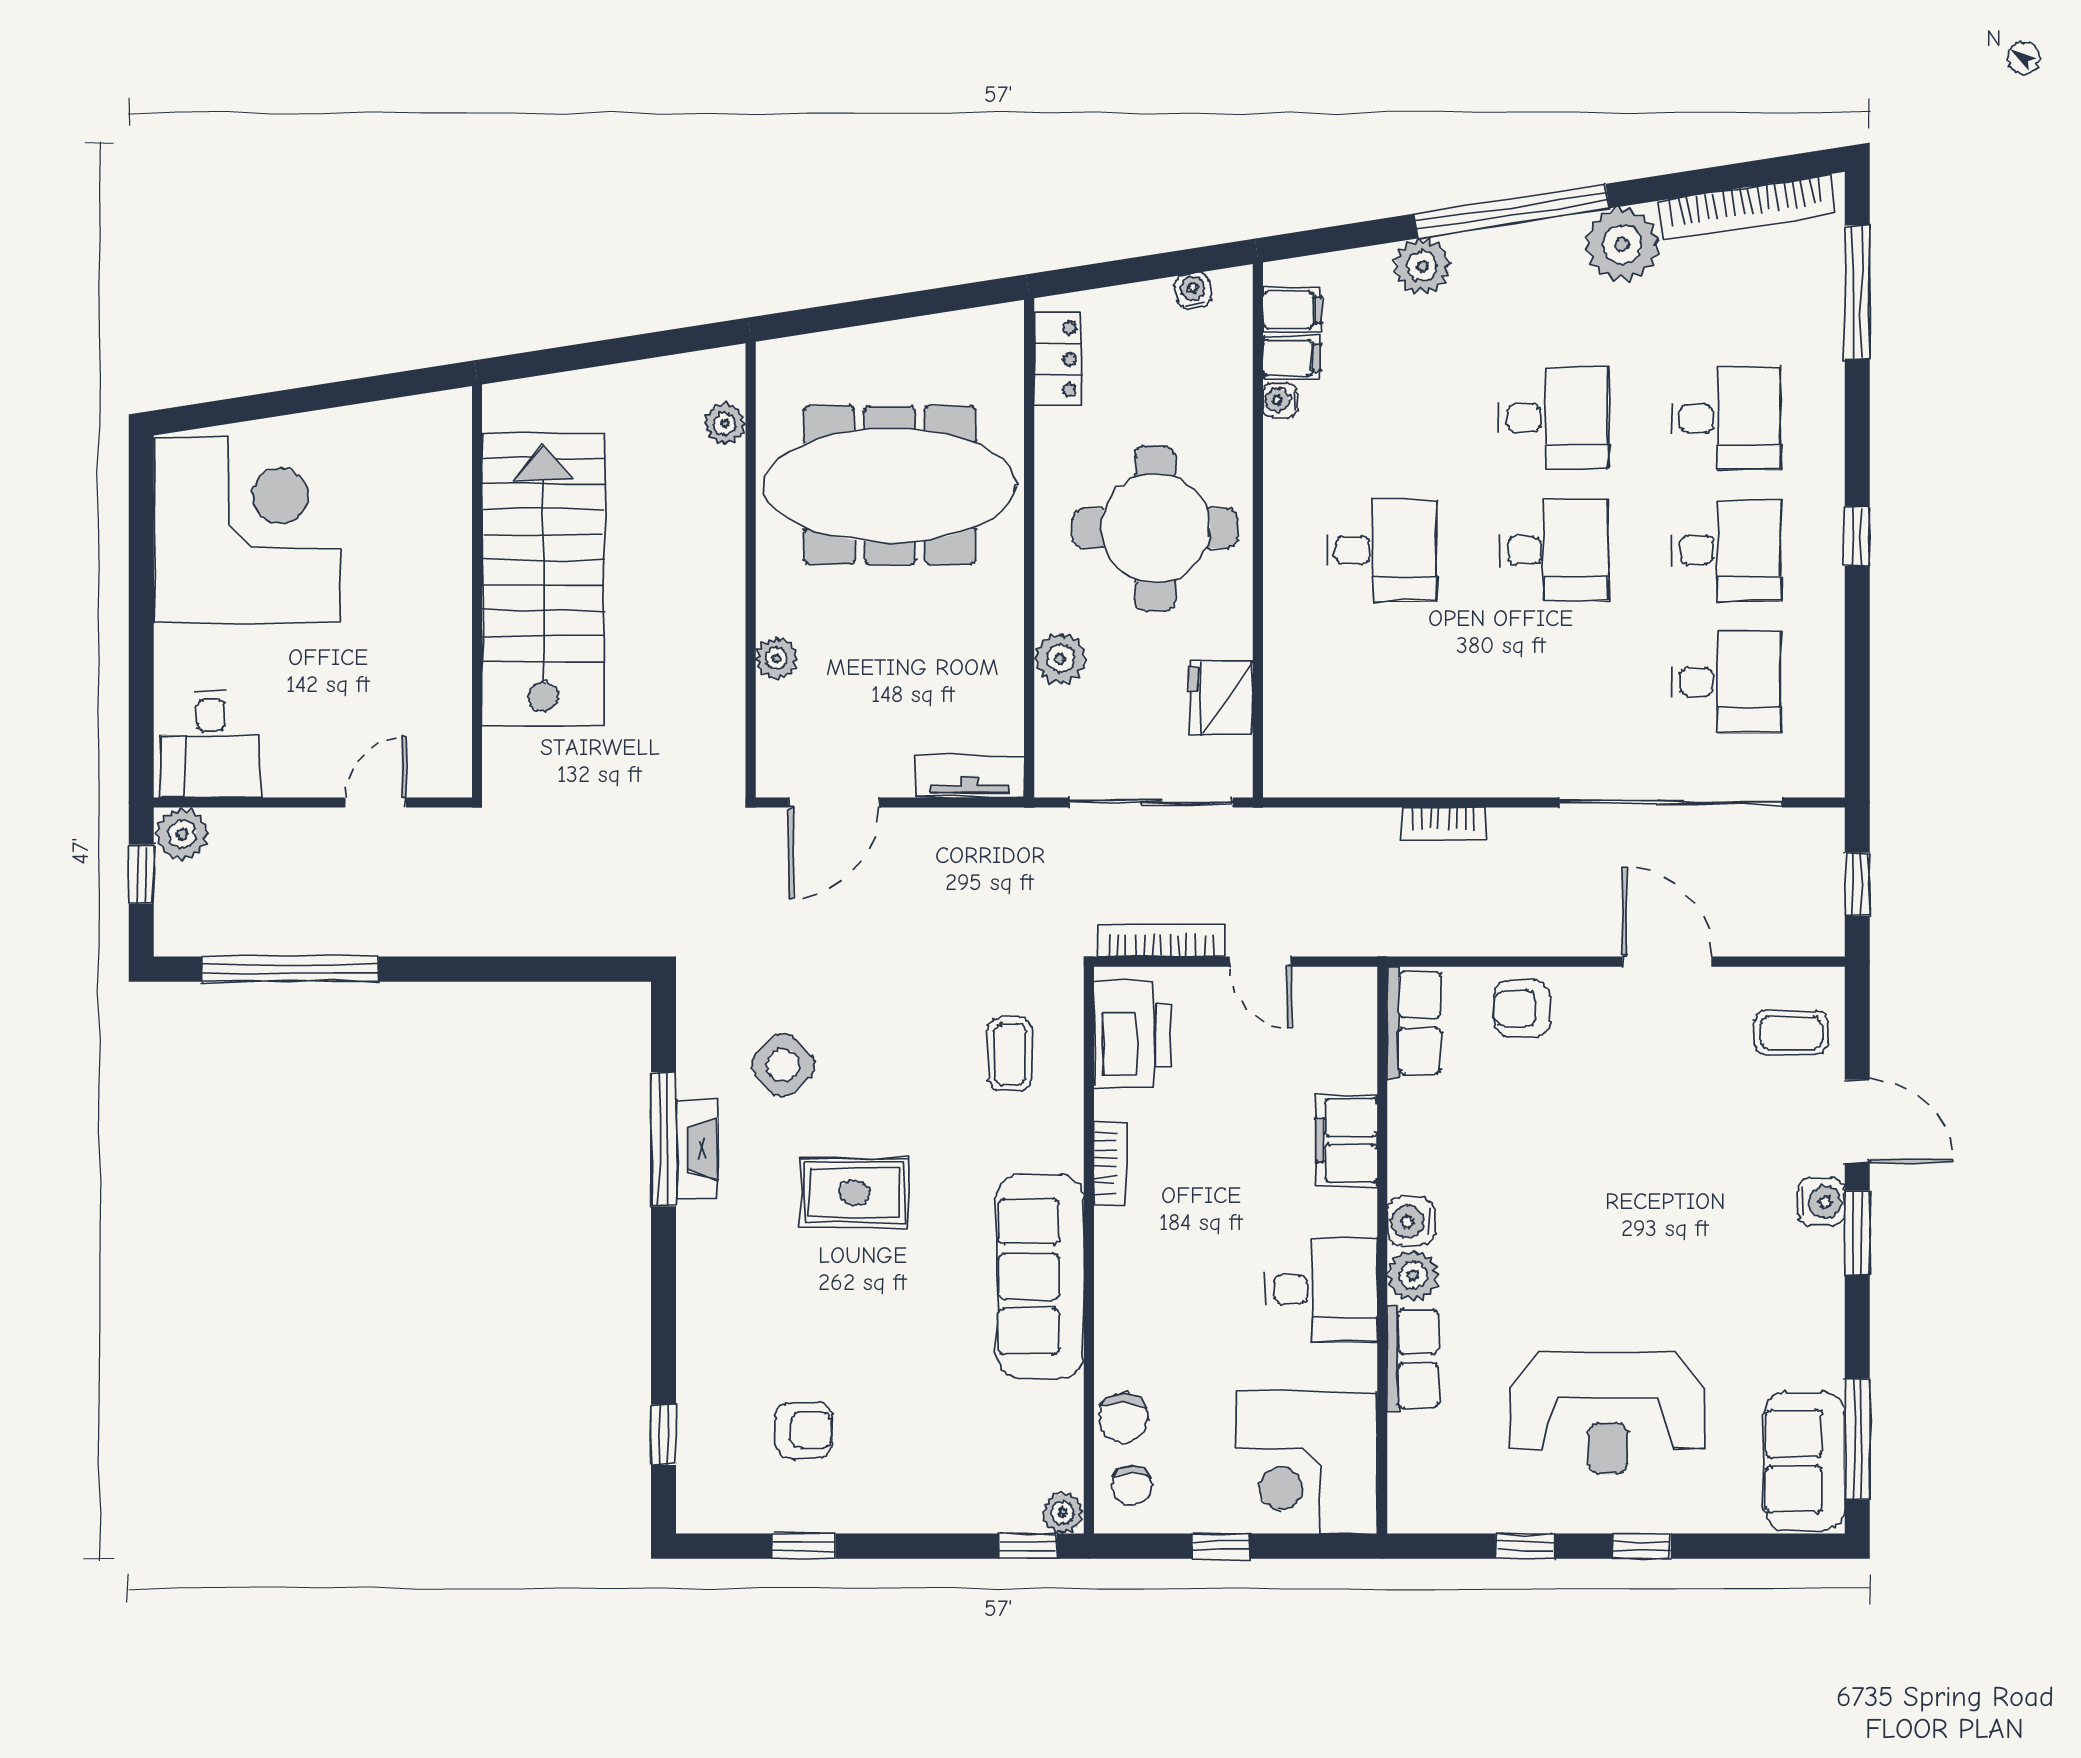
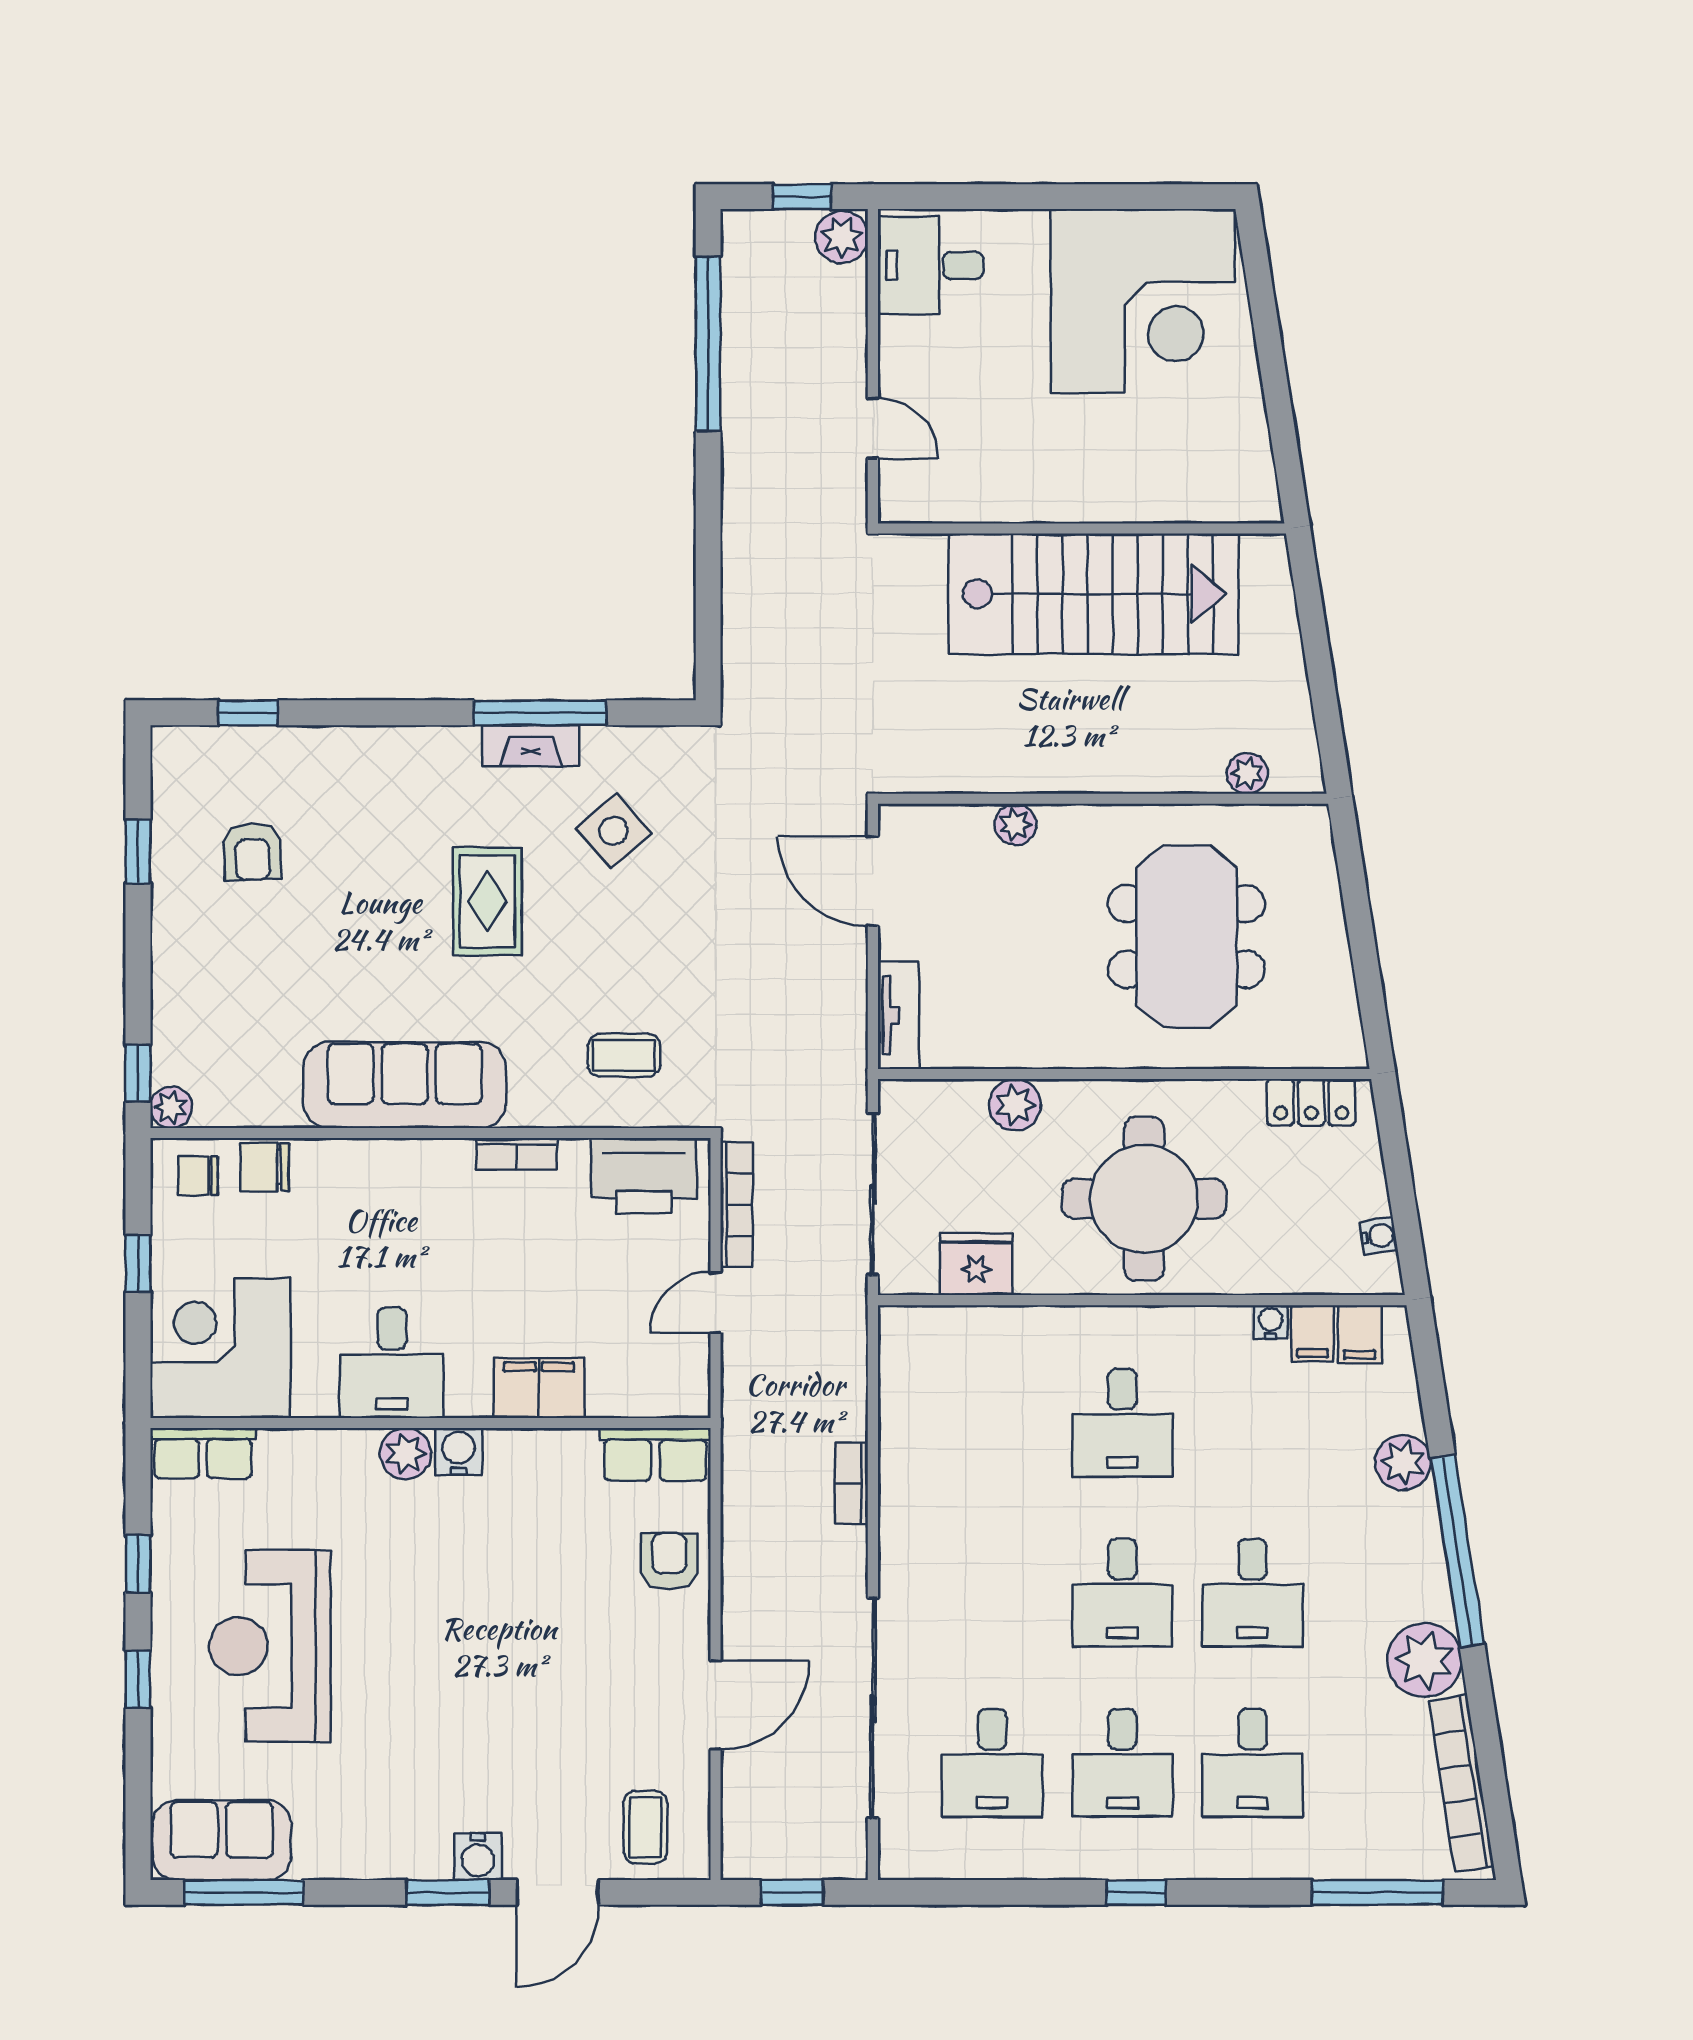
meeting table: (890, 485) -> (1186, 936), width x0.73
row of seats: (1413, 1359) -> (203, 1453), moved

